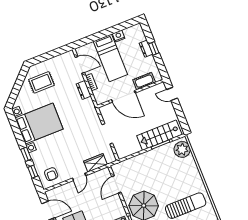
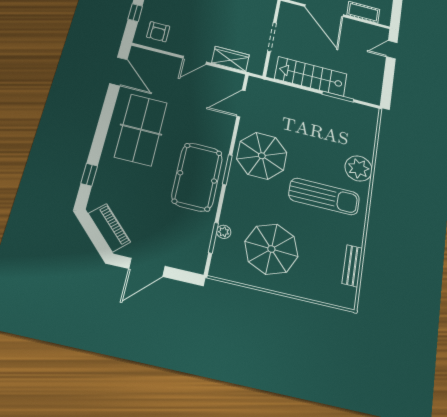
door: (172, 94) -> (392, 50), hinge flipped
stairs: (159, 135) -> (311, 76), moved
plant: (182, 149) -> (359, 168), moved

